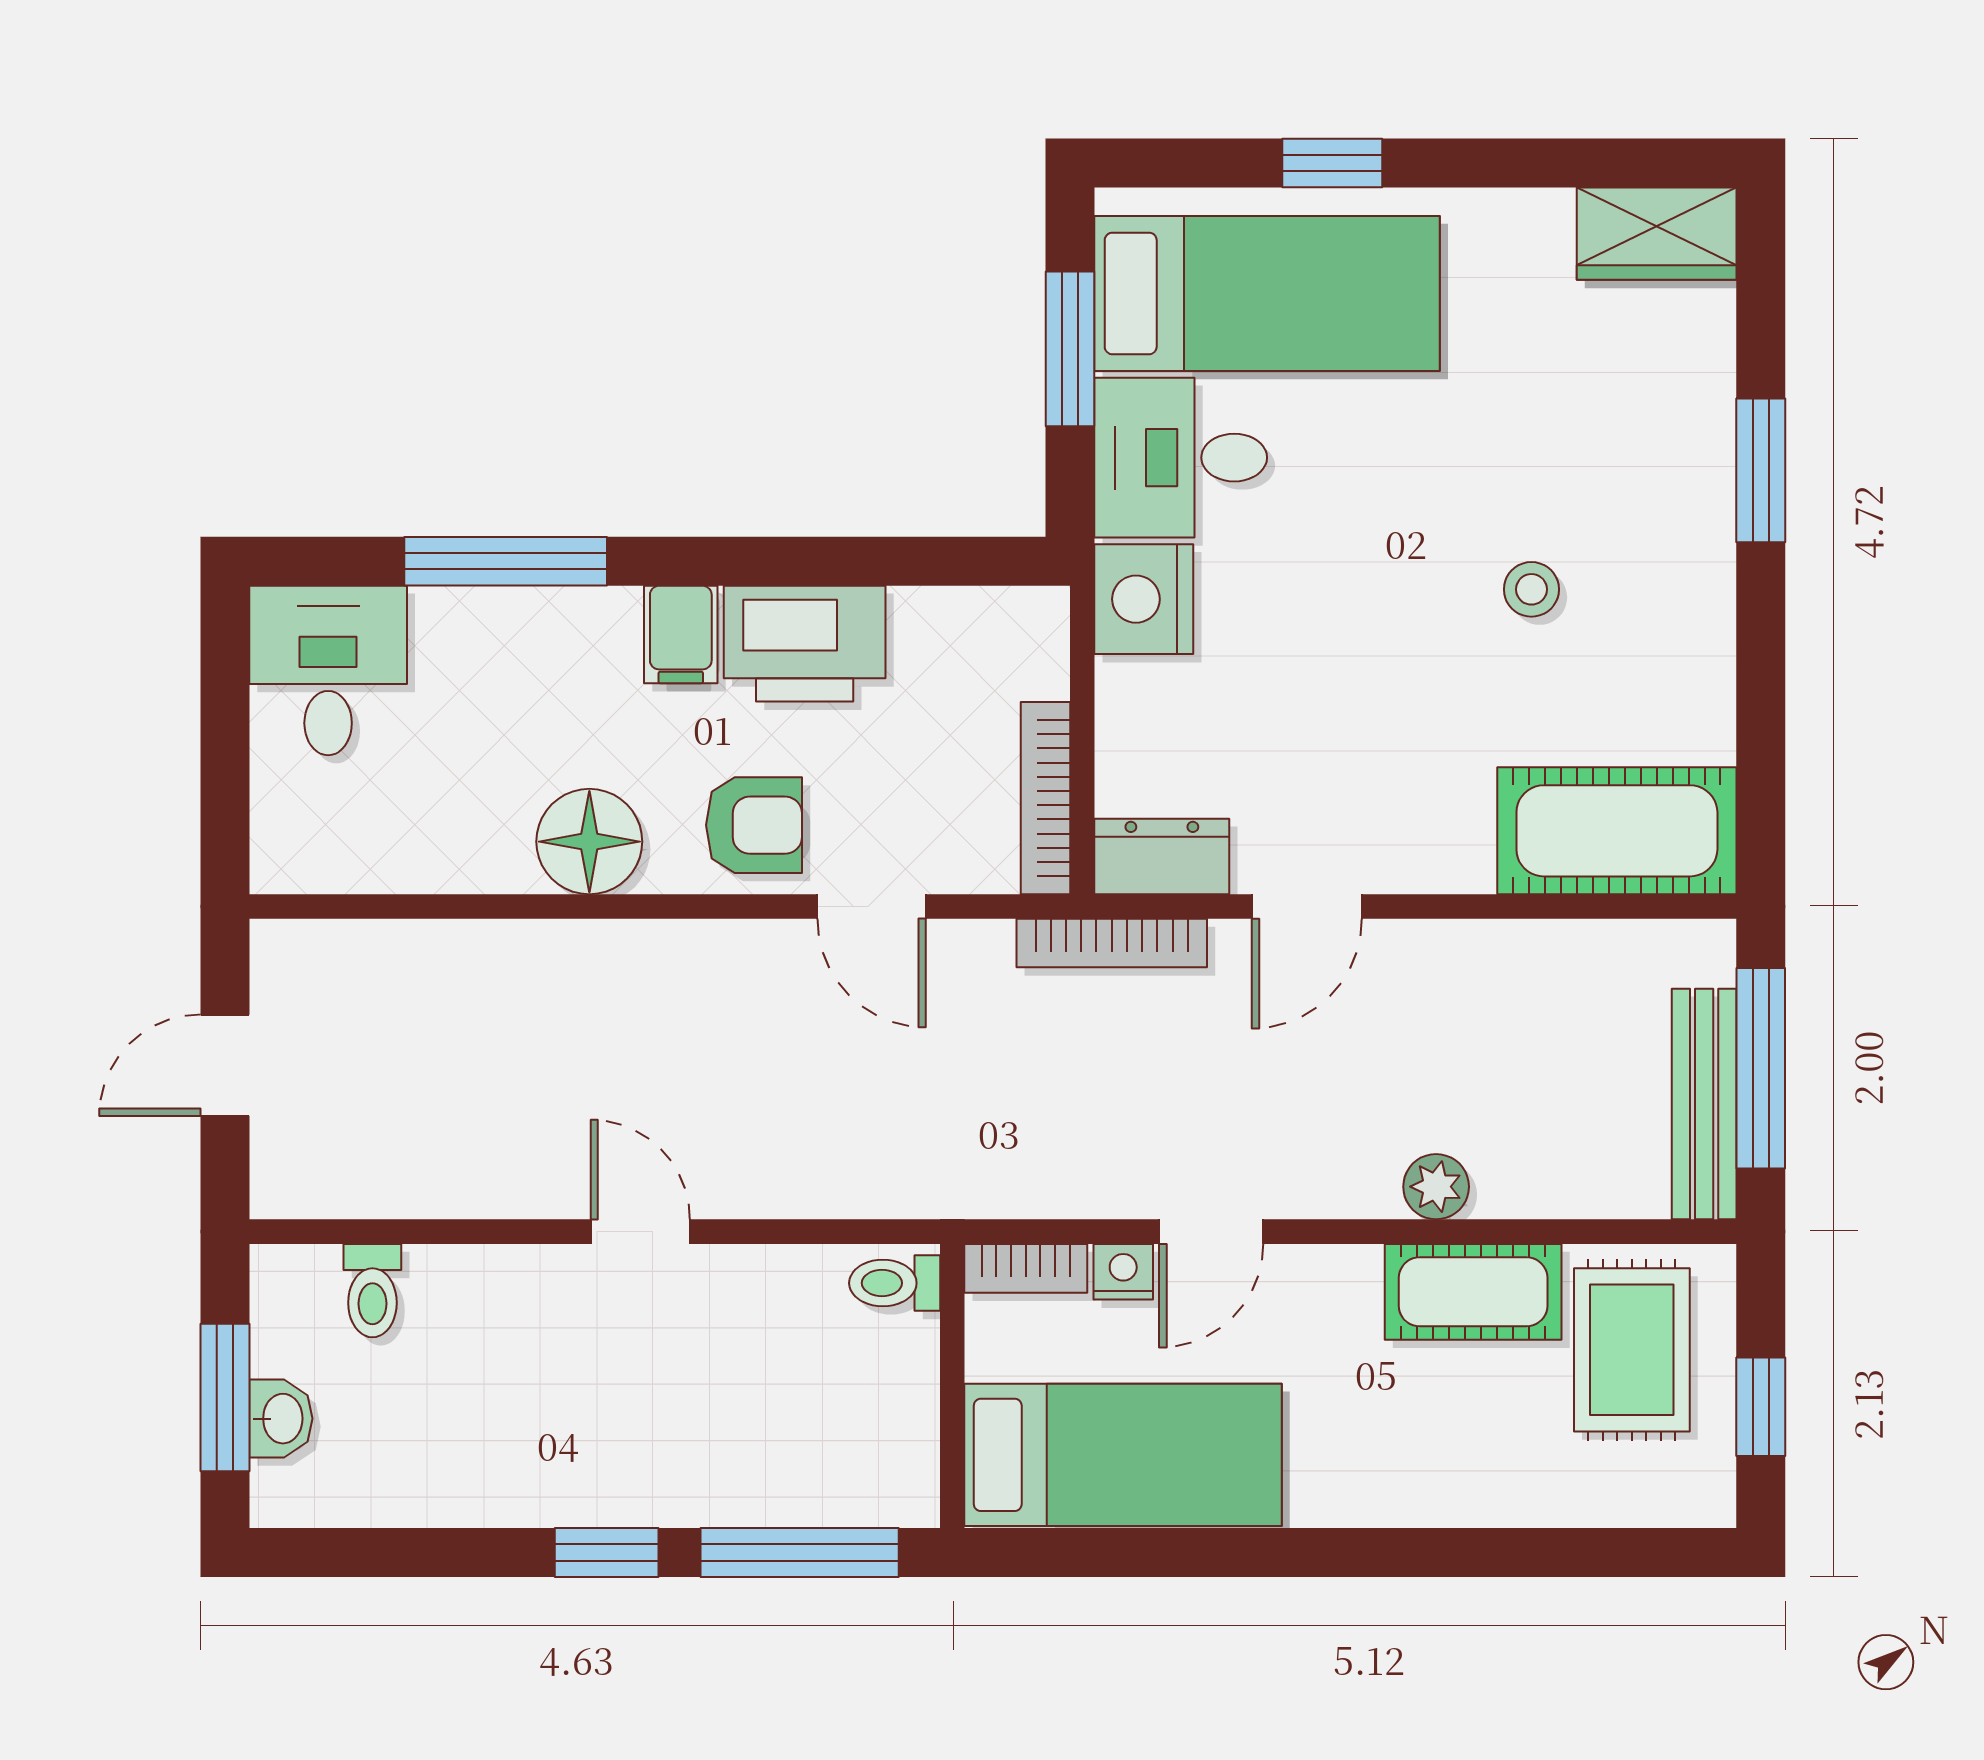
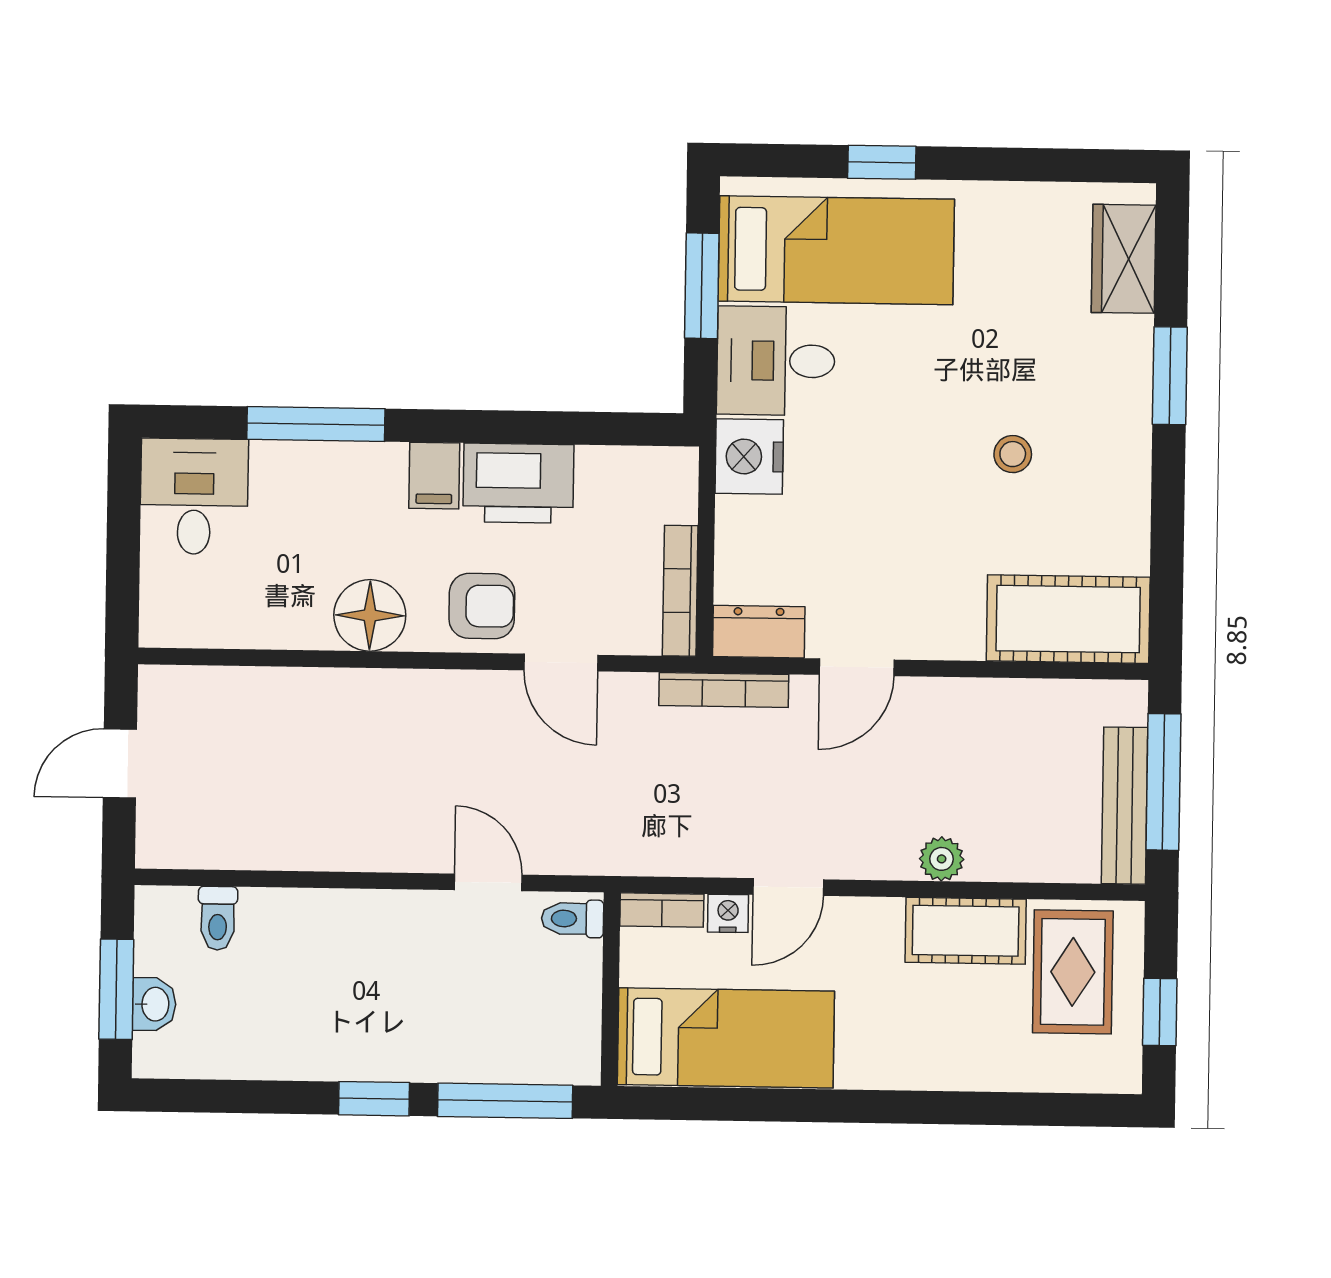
wardrobe: (1657, 234) -> (1124, 259), moved, turned 90
door: (640, 1232) -> (488, 882), moved

